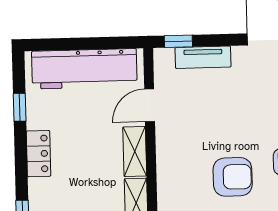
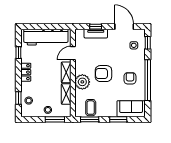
window: (178, 41) -> (96, 27), moved
plant: (174, 173) -> (82, 82), added
armchair: (233, 177) -> (103, 74), moved, turned 180

